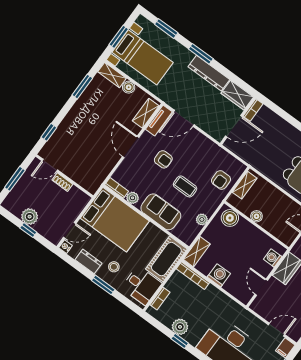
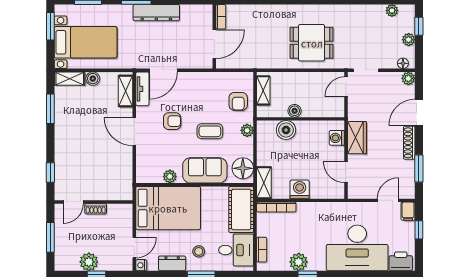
window: (119, 37) -> (50, 26), moved
wardrobe: (237, 95) -> (197, 14), removed
bookcase: (117, 188) -> (149, 178), removed
boiler: (230, 218) -> (286, 130), moved
plant: (202, 219) -> (247, 130), moved
floor lamp: (189, 230) -> (243, 168), added

